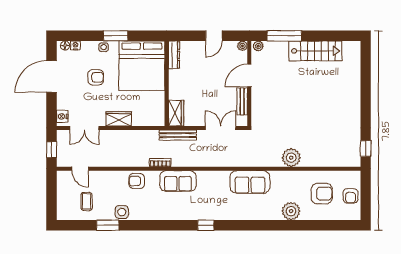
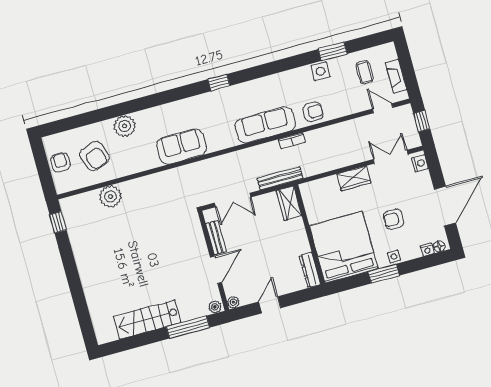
plant: (291, 158) -> (110, 197), moved
sofa: (178, 181) -> (265, 125), width x1.36
fireplace: (62, 192) -> (396, 76), added
armchair: (322, 194) -> (95, 156), turned -110

